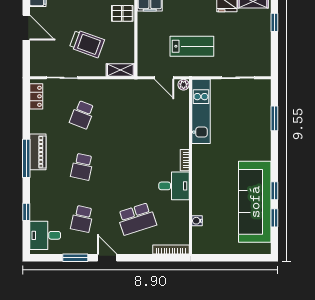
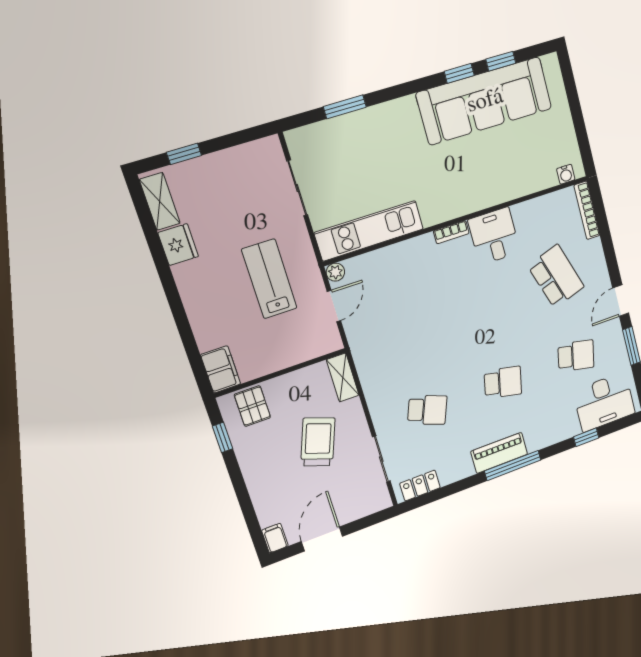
water cooler: (197, 221) -> (566, 174), moved
desk: (45, 235) -> (604, 402), width x1.37

